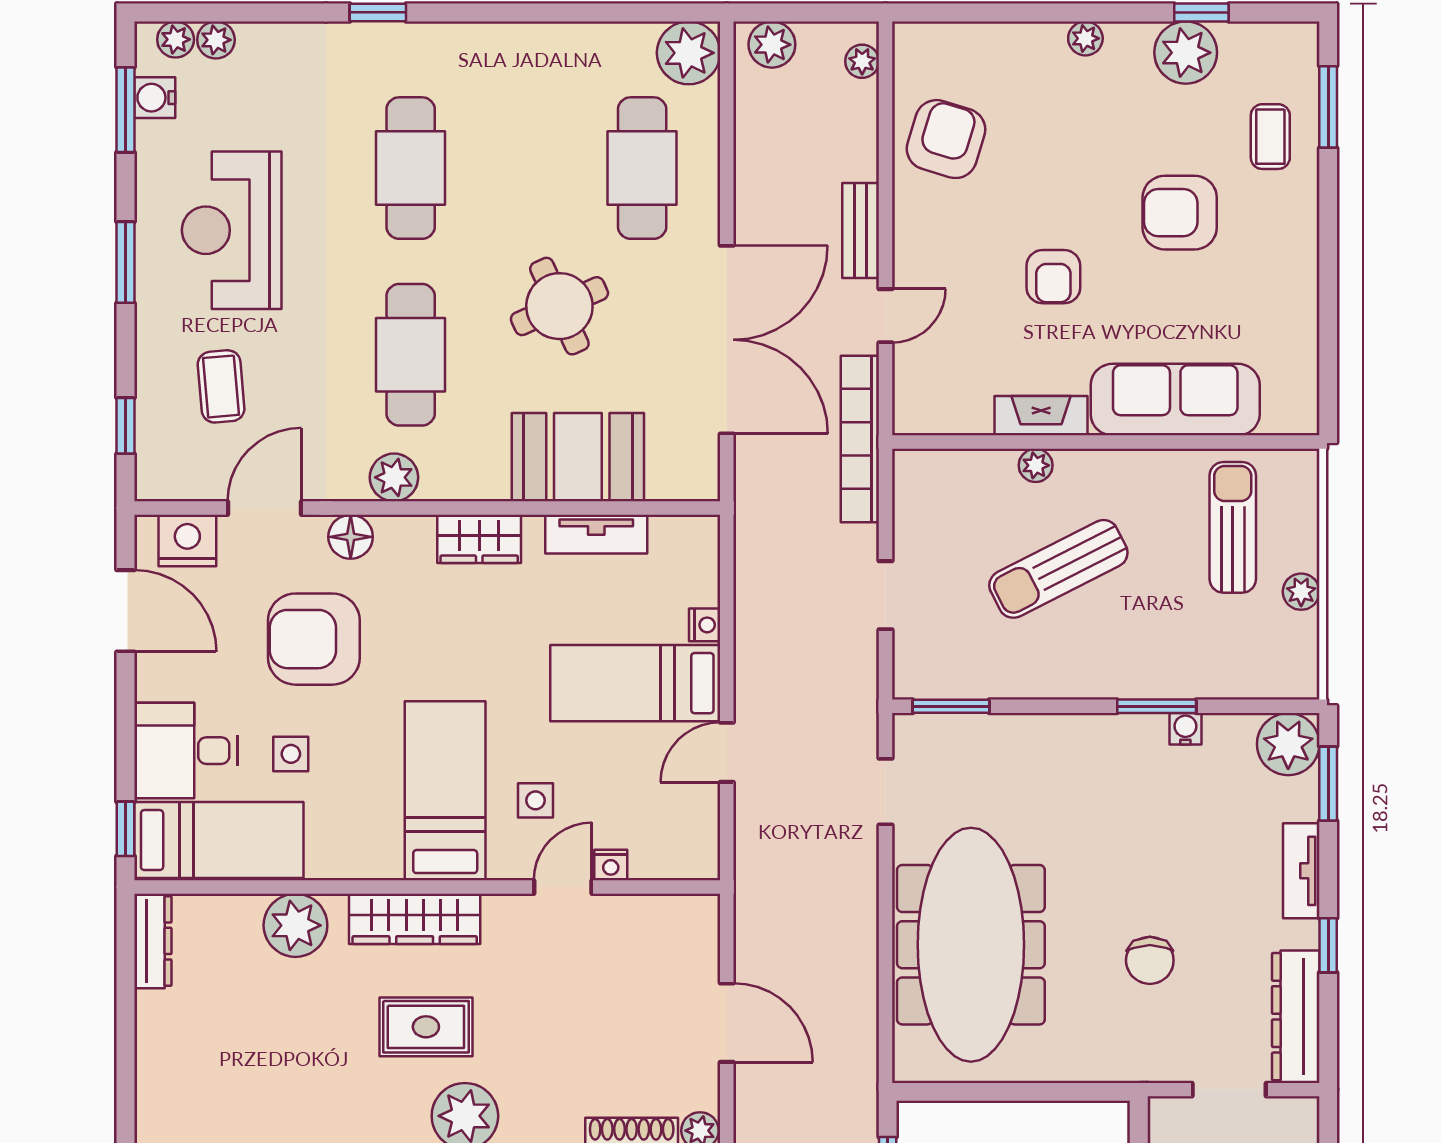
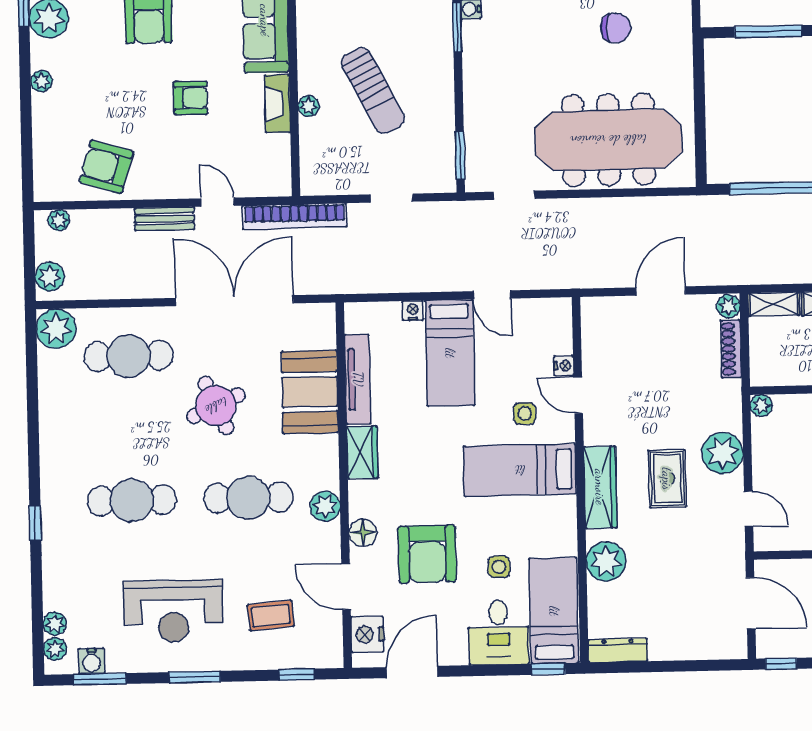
tv unit: (596, 534) -> (358, 379), width x1.41

